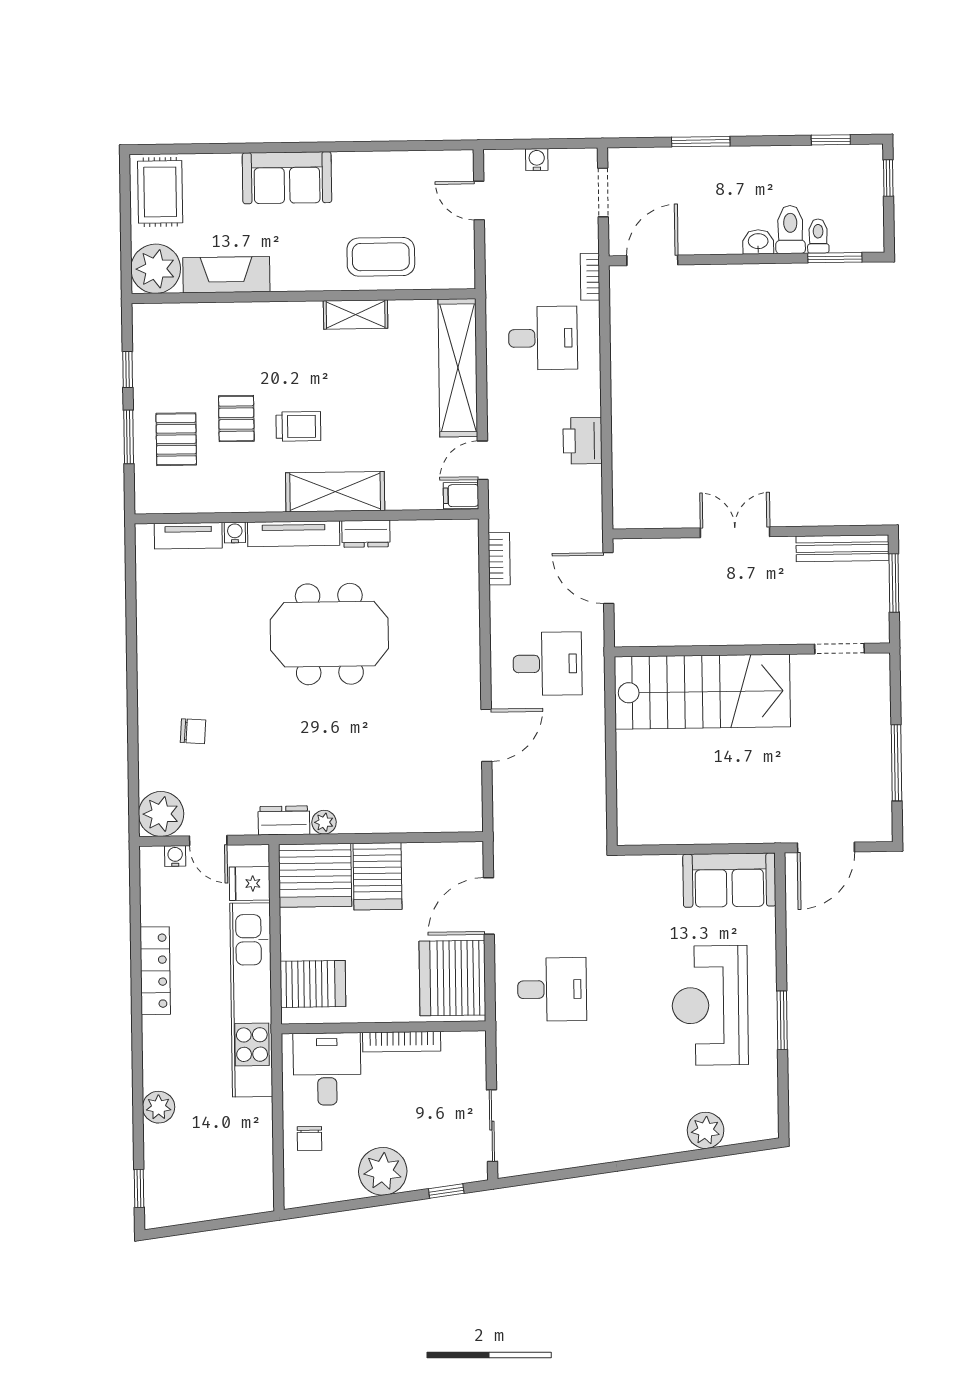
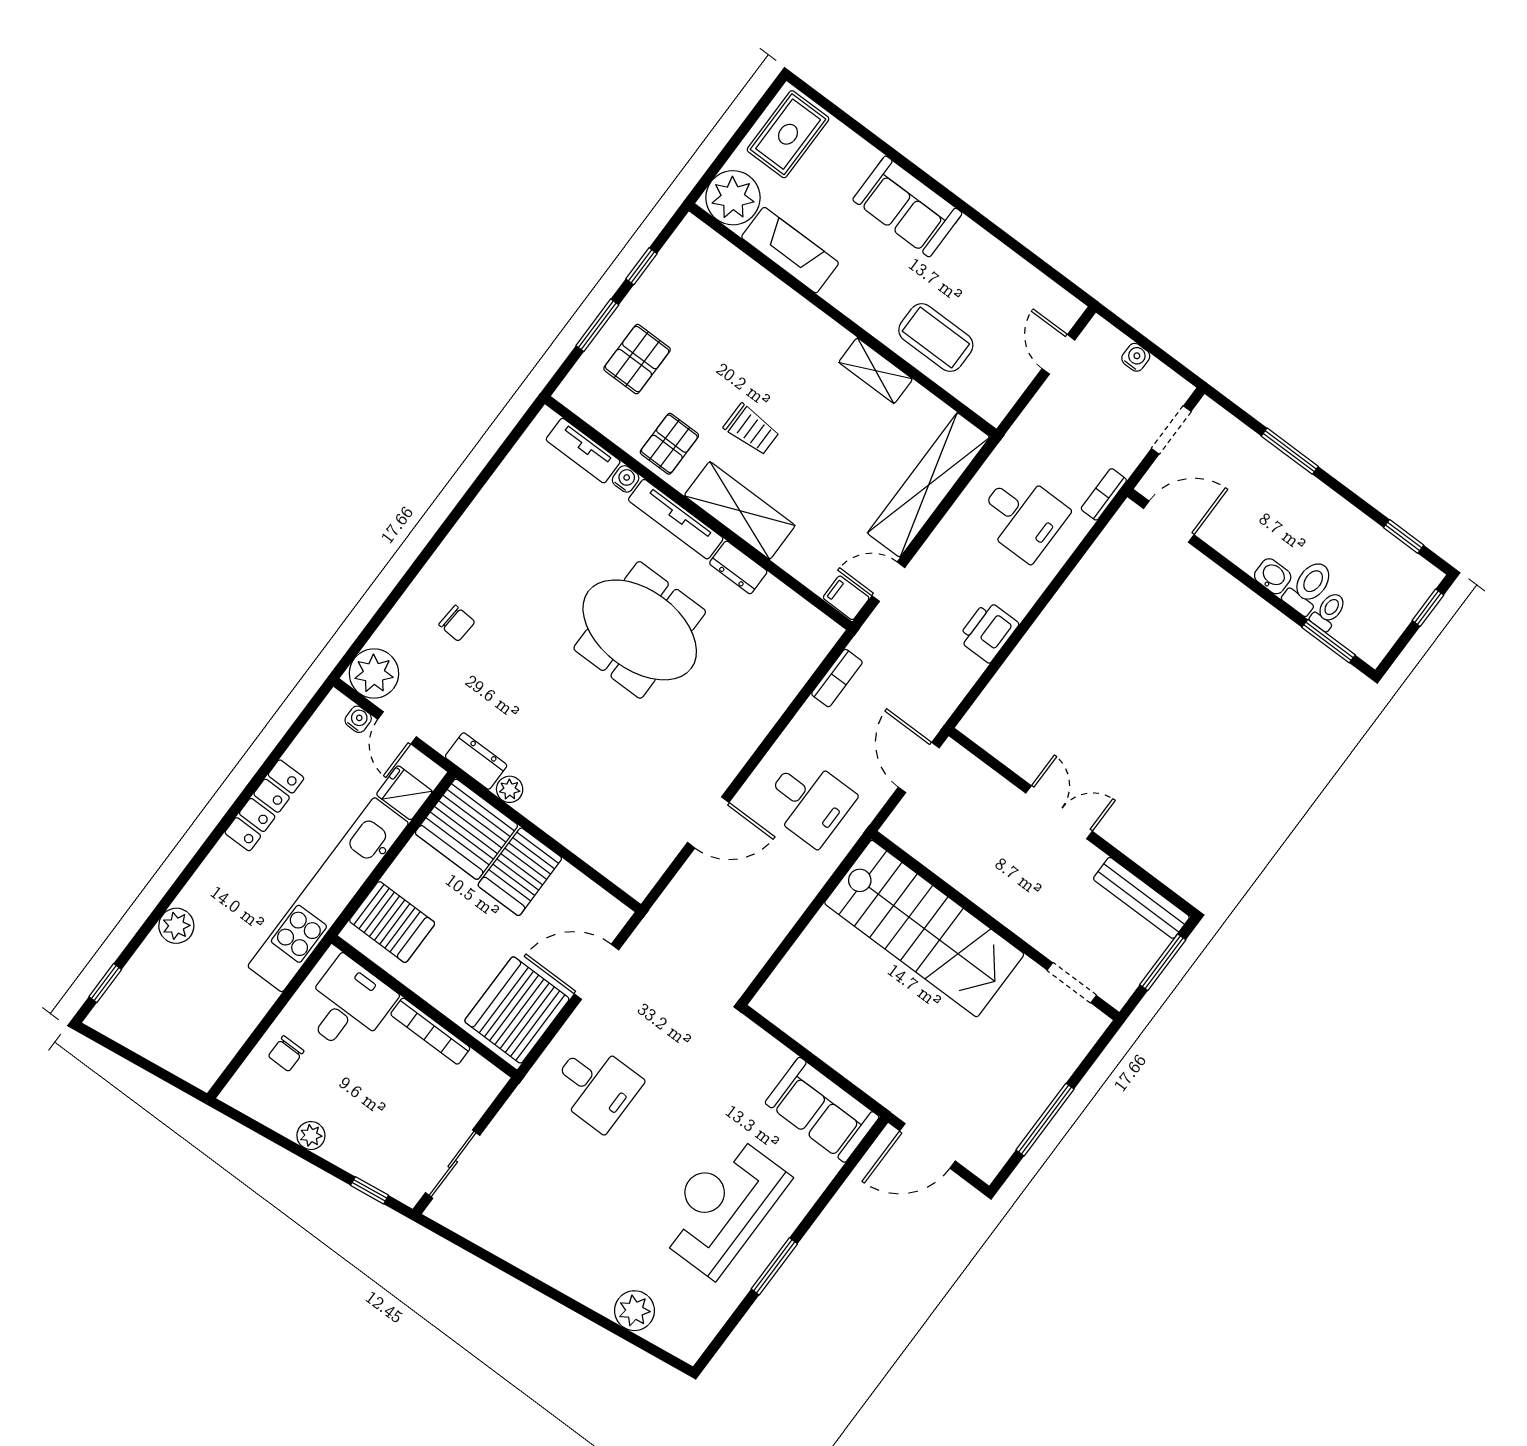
pallet: (236, 419) -> (669, 444), moved
plant: (383, 1171) -> (311, 1136), width x0.53, depth x0.53

